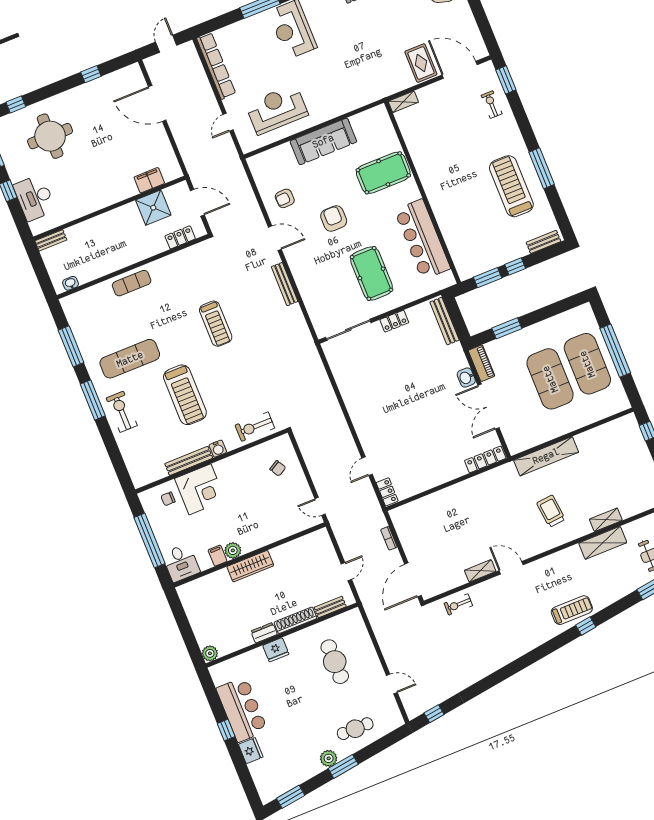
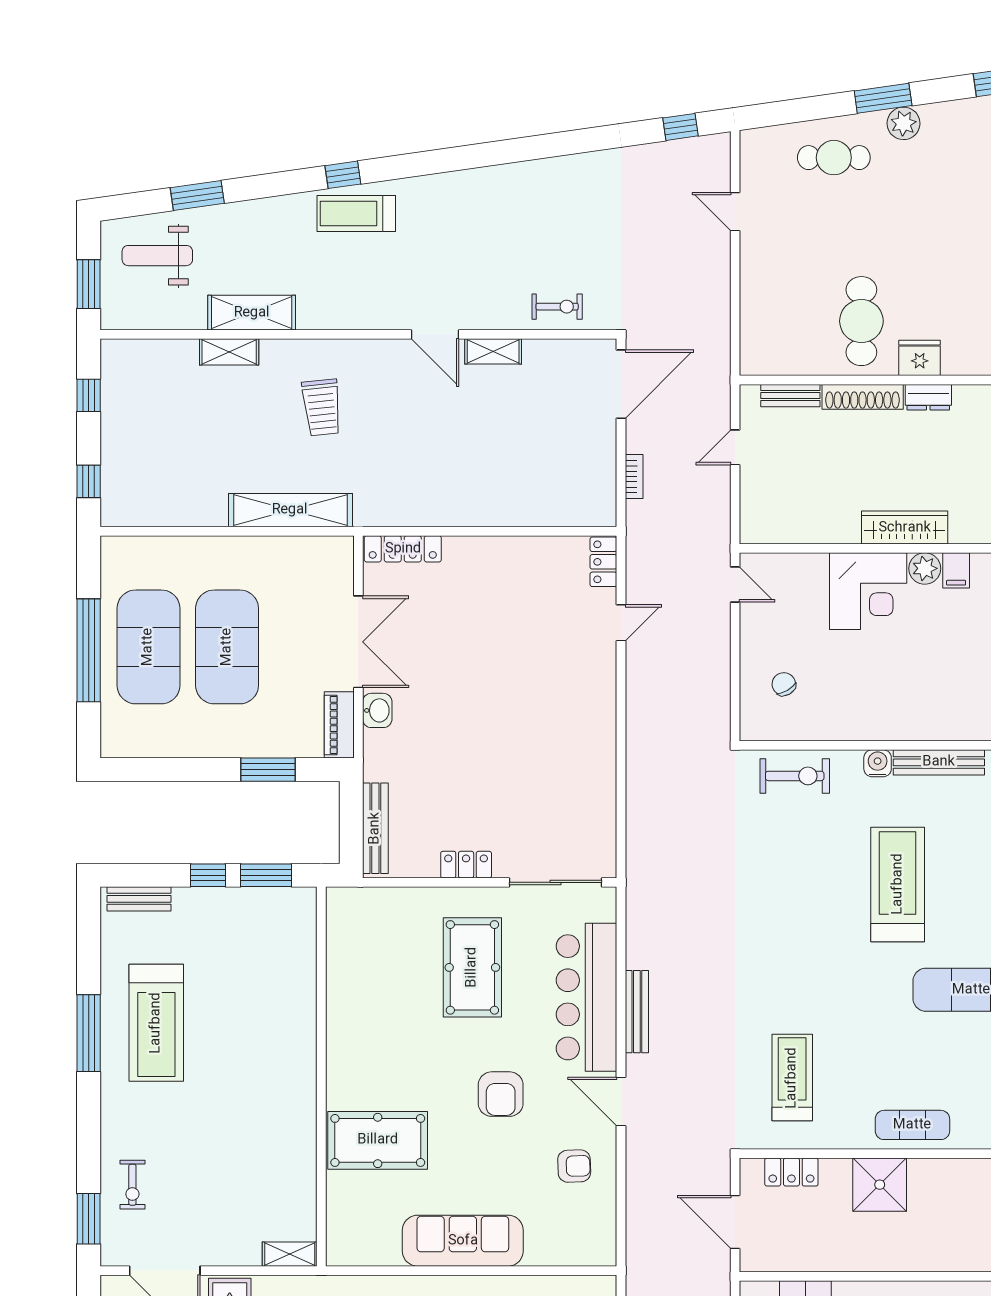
shower: (153, 208) -> (880, 1185), moved
bar counter: (422, 239) -> (587, 997), moved, turned 180
treadmill: (216, 324) -> (792, 1078), moved
corner desk: (200, 489) -> (868, 591), moved, turned 180
cafe table: (335, 662) -> (861, 321), moved

